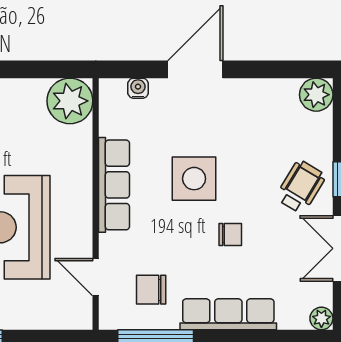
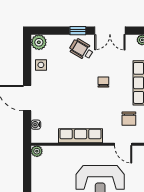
plant: (70, 101) -> (37, 151), width x0.53, depth x0.53
side table: (194, 179) -> (41, 65), moved, width x0.54, depth x0.54
door: (96, 277) -> (123, 144), hinge flipped

